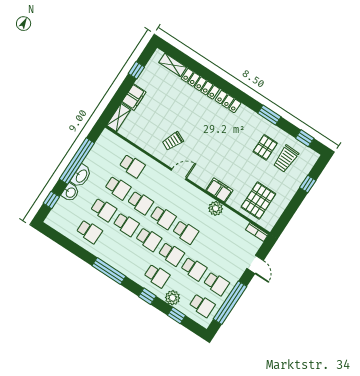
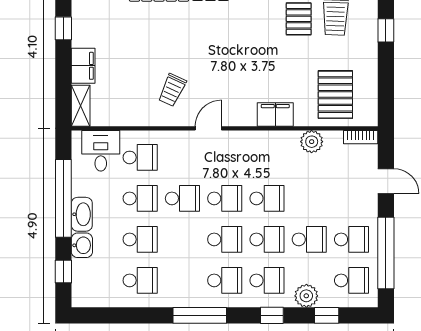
desk: (113, 149) -> (101, 151), added
plant: (216, 208) -> (312, 142), moved
school desk: (126, 224) -> (225, 280), moved

